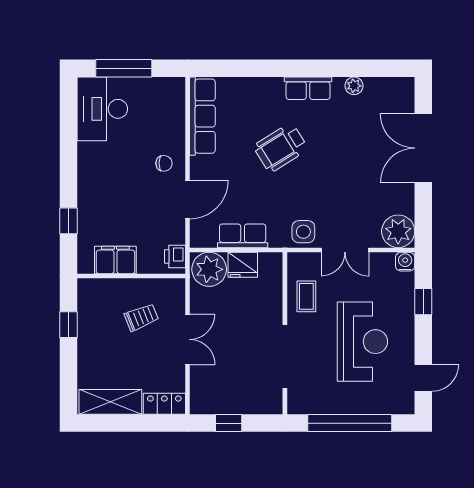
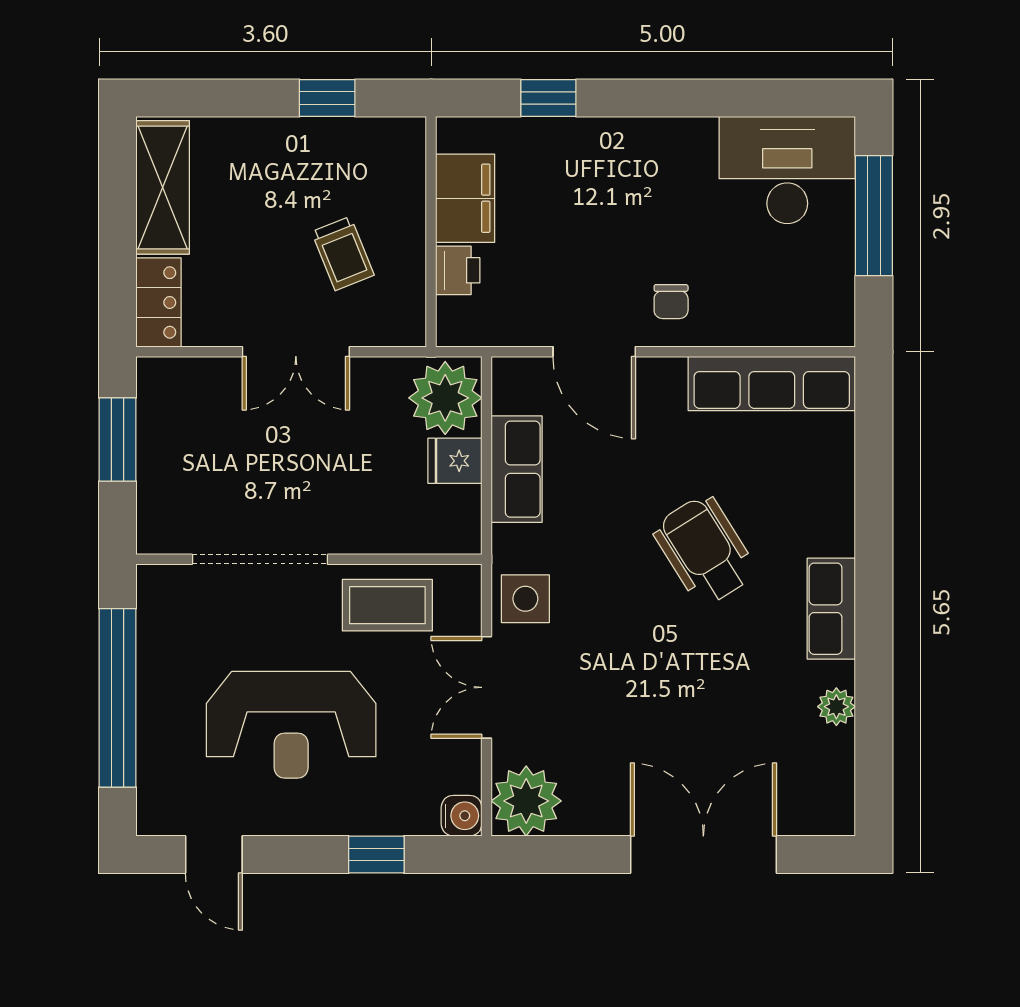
printer: (175, 257) -> (458, 270), moved, turned 90
fridge: (243, 265) -> (455, 461), width x0.72
coffee table: (306, 296) -> (387, 605), width x1.36, depth x1.30
window: (229, 423) -> (117, 439), width x1.50

